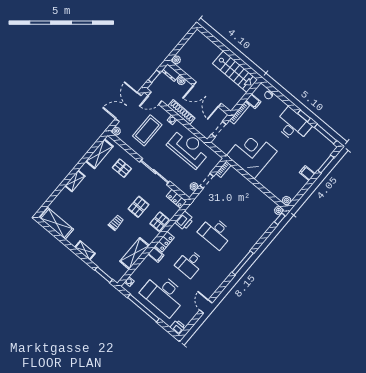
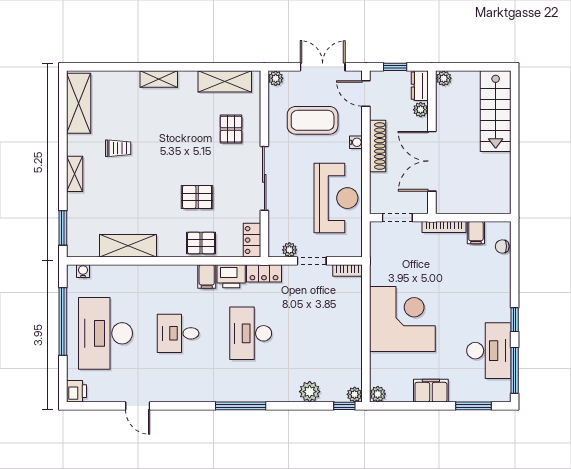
stairs: (235, 72) -> (496, 111), moved
double door: (128, 107) -> (323, 67), width x0.73
desk: (293, 125) -> (489, 351), moved
corner desk: (252, 153) -> (402, 319), moved
filing cabinet: (307, 173) -> (431, 391), width x2.00
trolley: (116, 223) -> (118, 148), moved
plant: (261, 229) -> (310, 392), added
locker: (164, 242) -> (264, 273), moved
filing cabinet: (156, 255) -> (207, 276), moved
door: (206, 307) -> (138, 406), swing flipped

